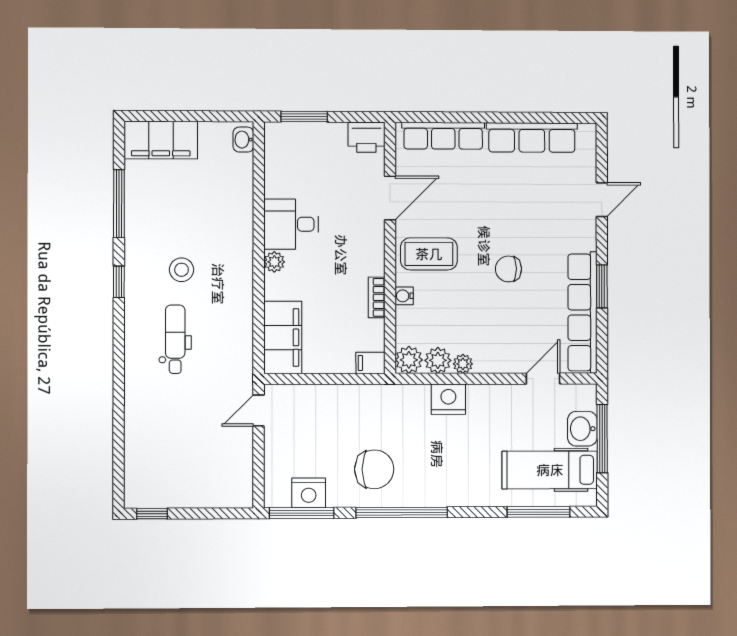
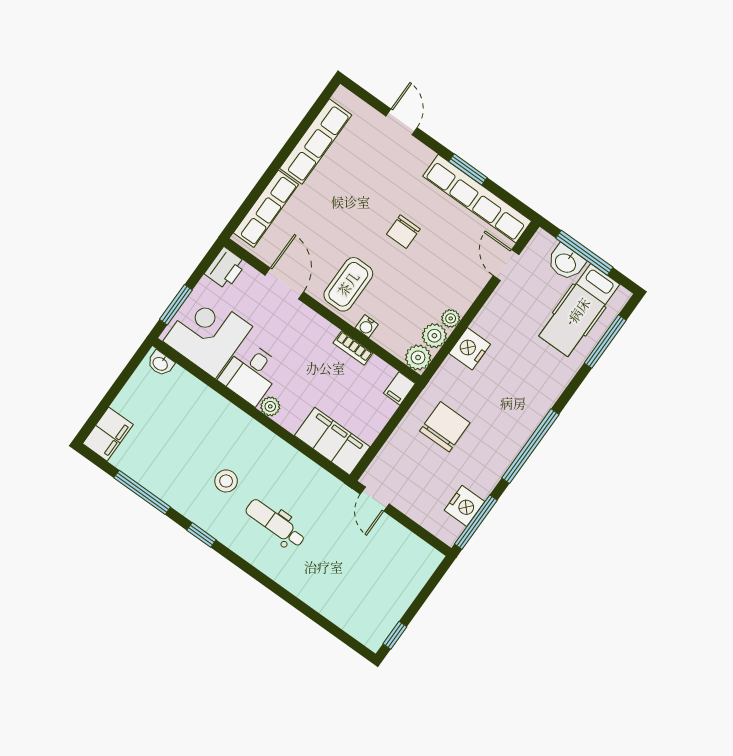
filing cabinet: (161, 140) -> (108, 434), width x0.67, depth x0.86
corner desk: (299, 162) -> (208, 334), added
chair: (374, 469) -> (445, 427), moved

